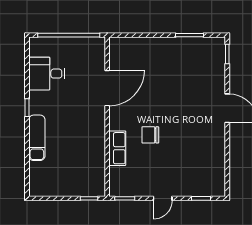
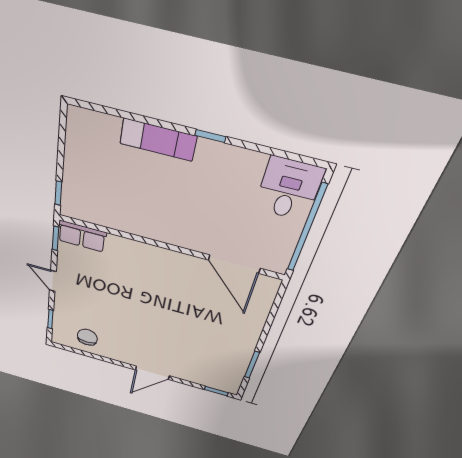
desk: (47, 74) -> (289, 189), moved
door: (107, 88) -> (234, 264), moved
chair: (150, 135) -> (87, 337), moved
row of seats: (117, 148) -> (82, 236), moved

